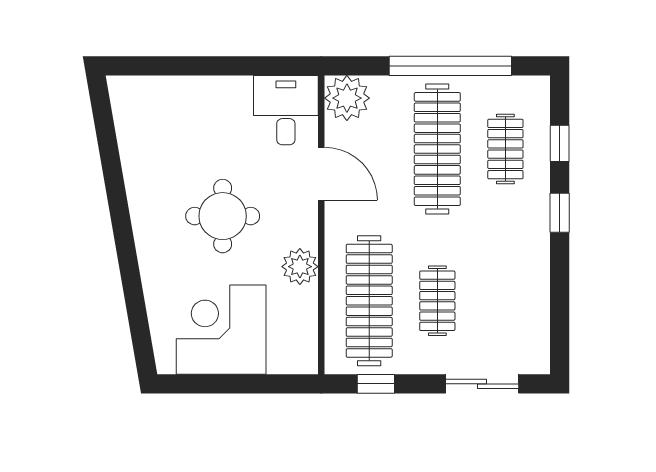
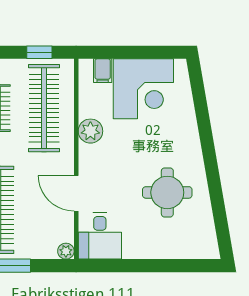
plant: (347, 98) -> (66, 251), width x0.53, depth x0.53
round table: (223, 216) -> (167, 192), moved
filing cabinet: (282, 356) -> (103, 71), added

